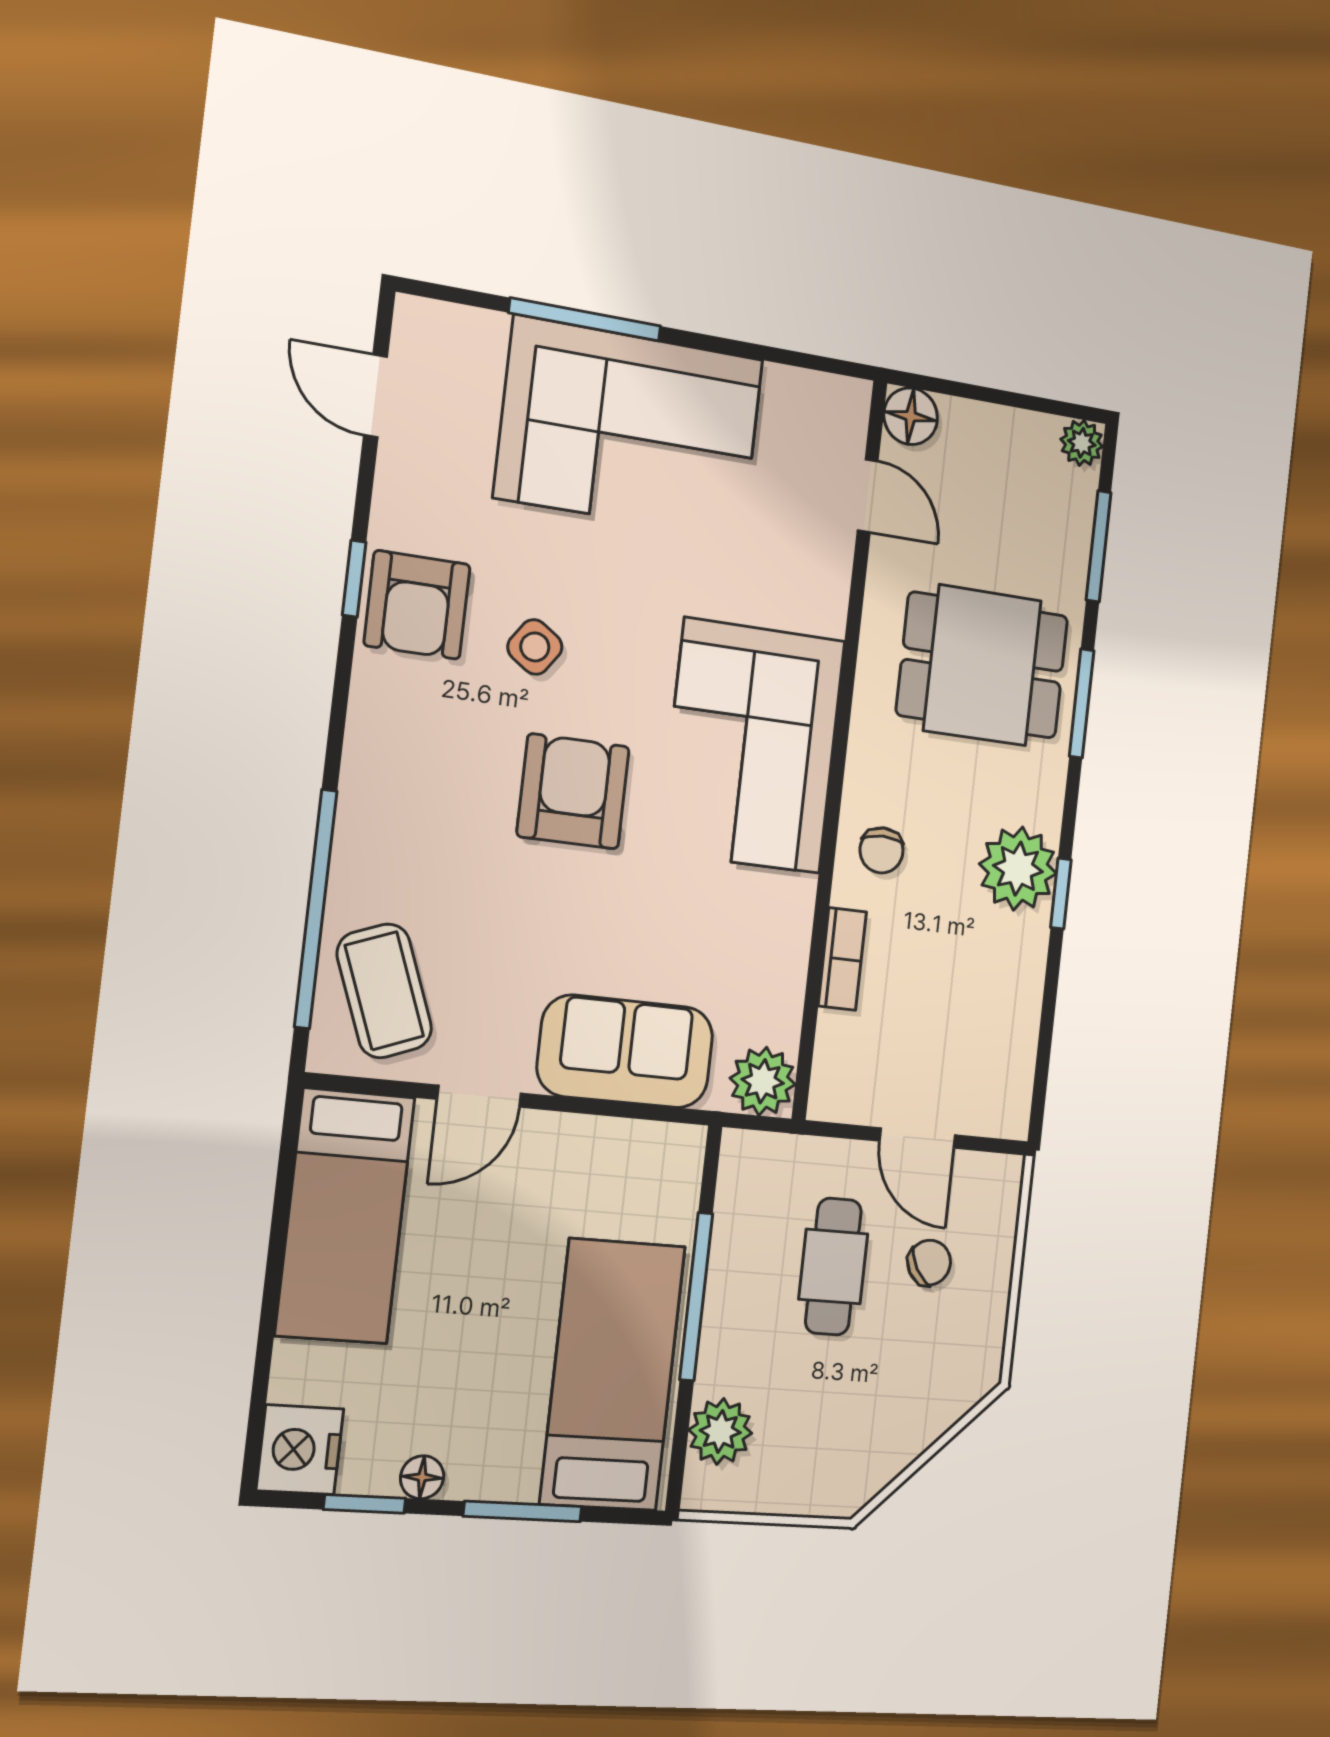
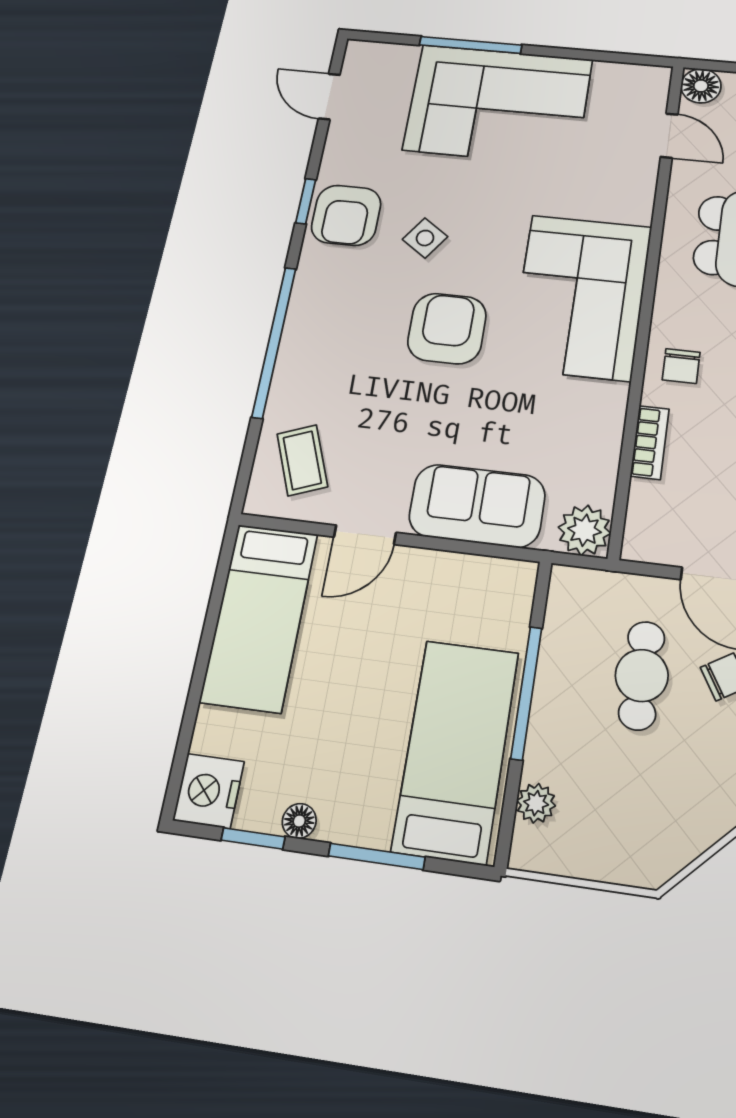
window: (316, 909) -> (274, 342), moved
coffee table: (384, 991) -> (302, 460), width x0.73, depth x0.77
plant: (720, 1431) -> (536, 803), width x0.73, depth x0.73

